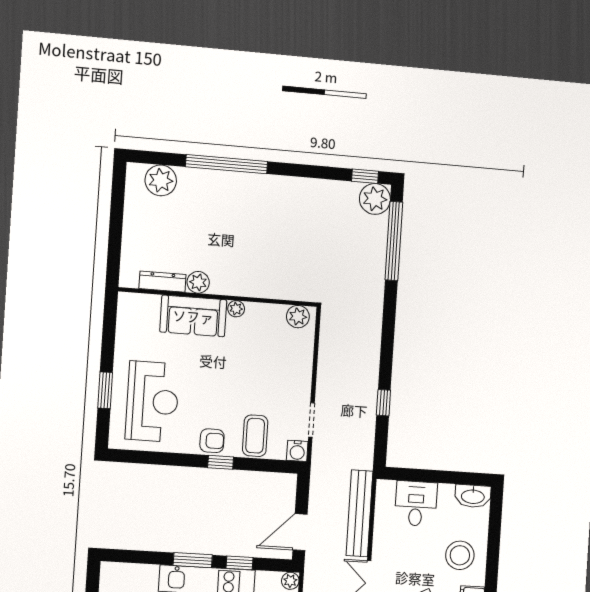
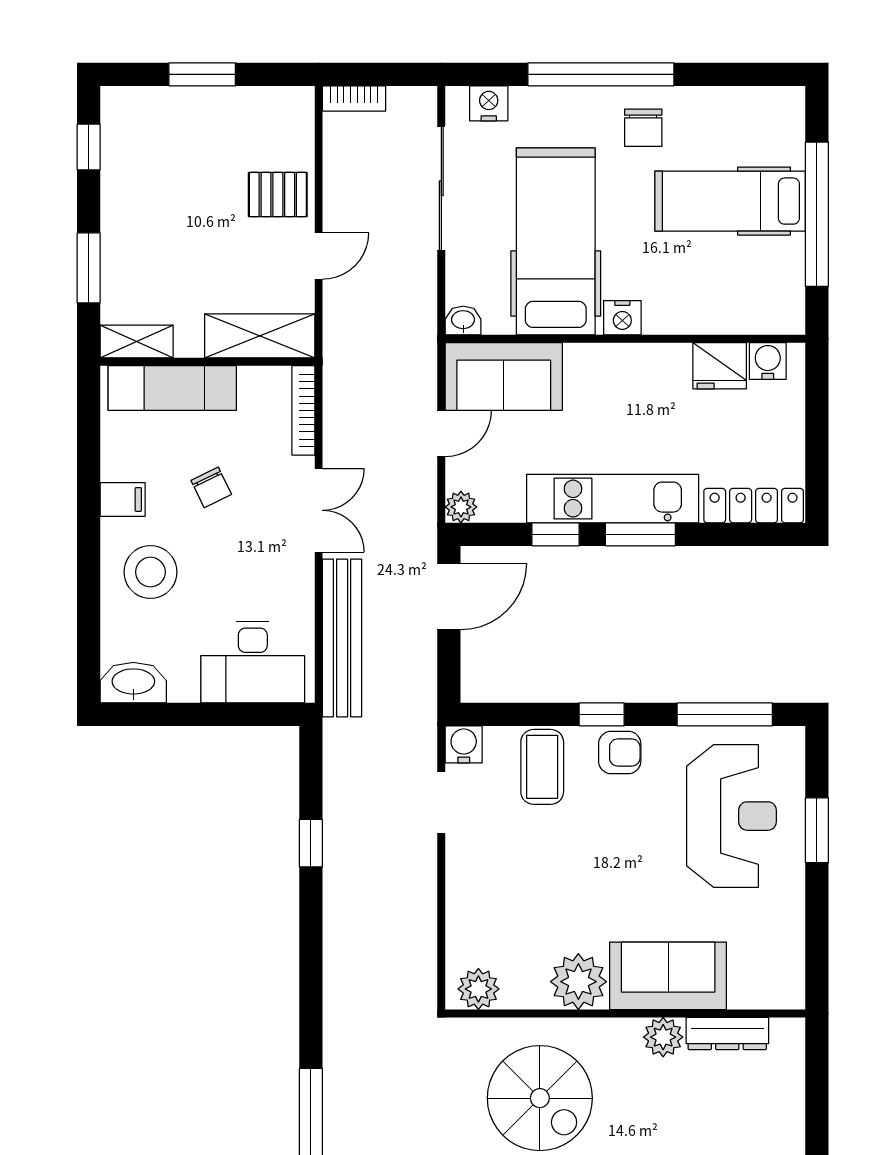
spiral stairs: (268, 254) -> (540, 1098), added
plant: (236, 309) -> (578, 982), width x1.87, depth x1.87
reception desk: (152, 401) -> (732, 816), turned 180
armchair: (212, 441) -> (620, 752), turned 180
window: (152, 458) -> (725, 714), added
desk: (416, 504) -> (253, 662), width x1.37
locker: (129, 572) -> (754, 506), added

